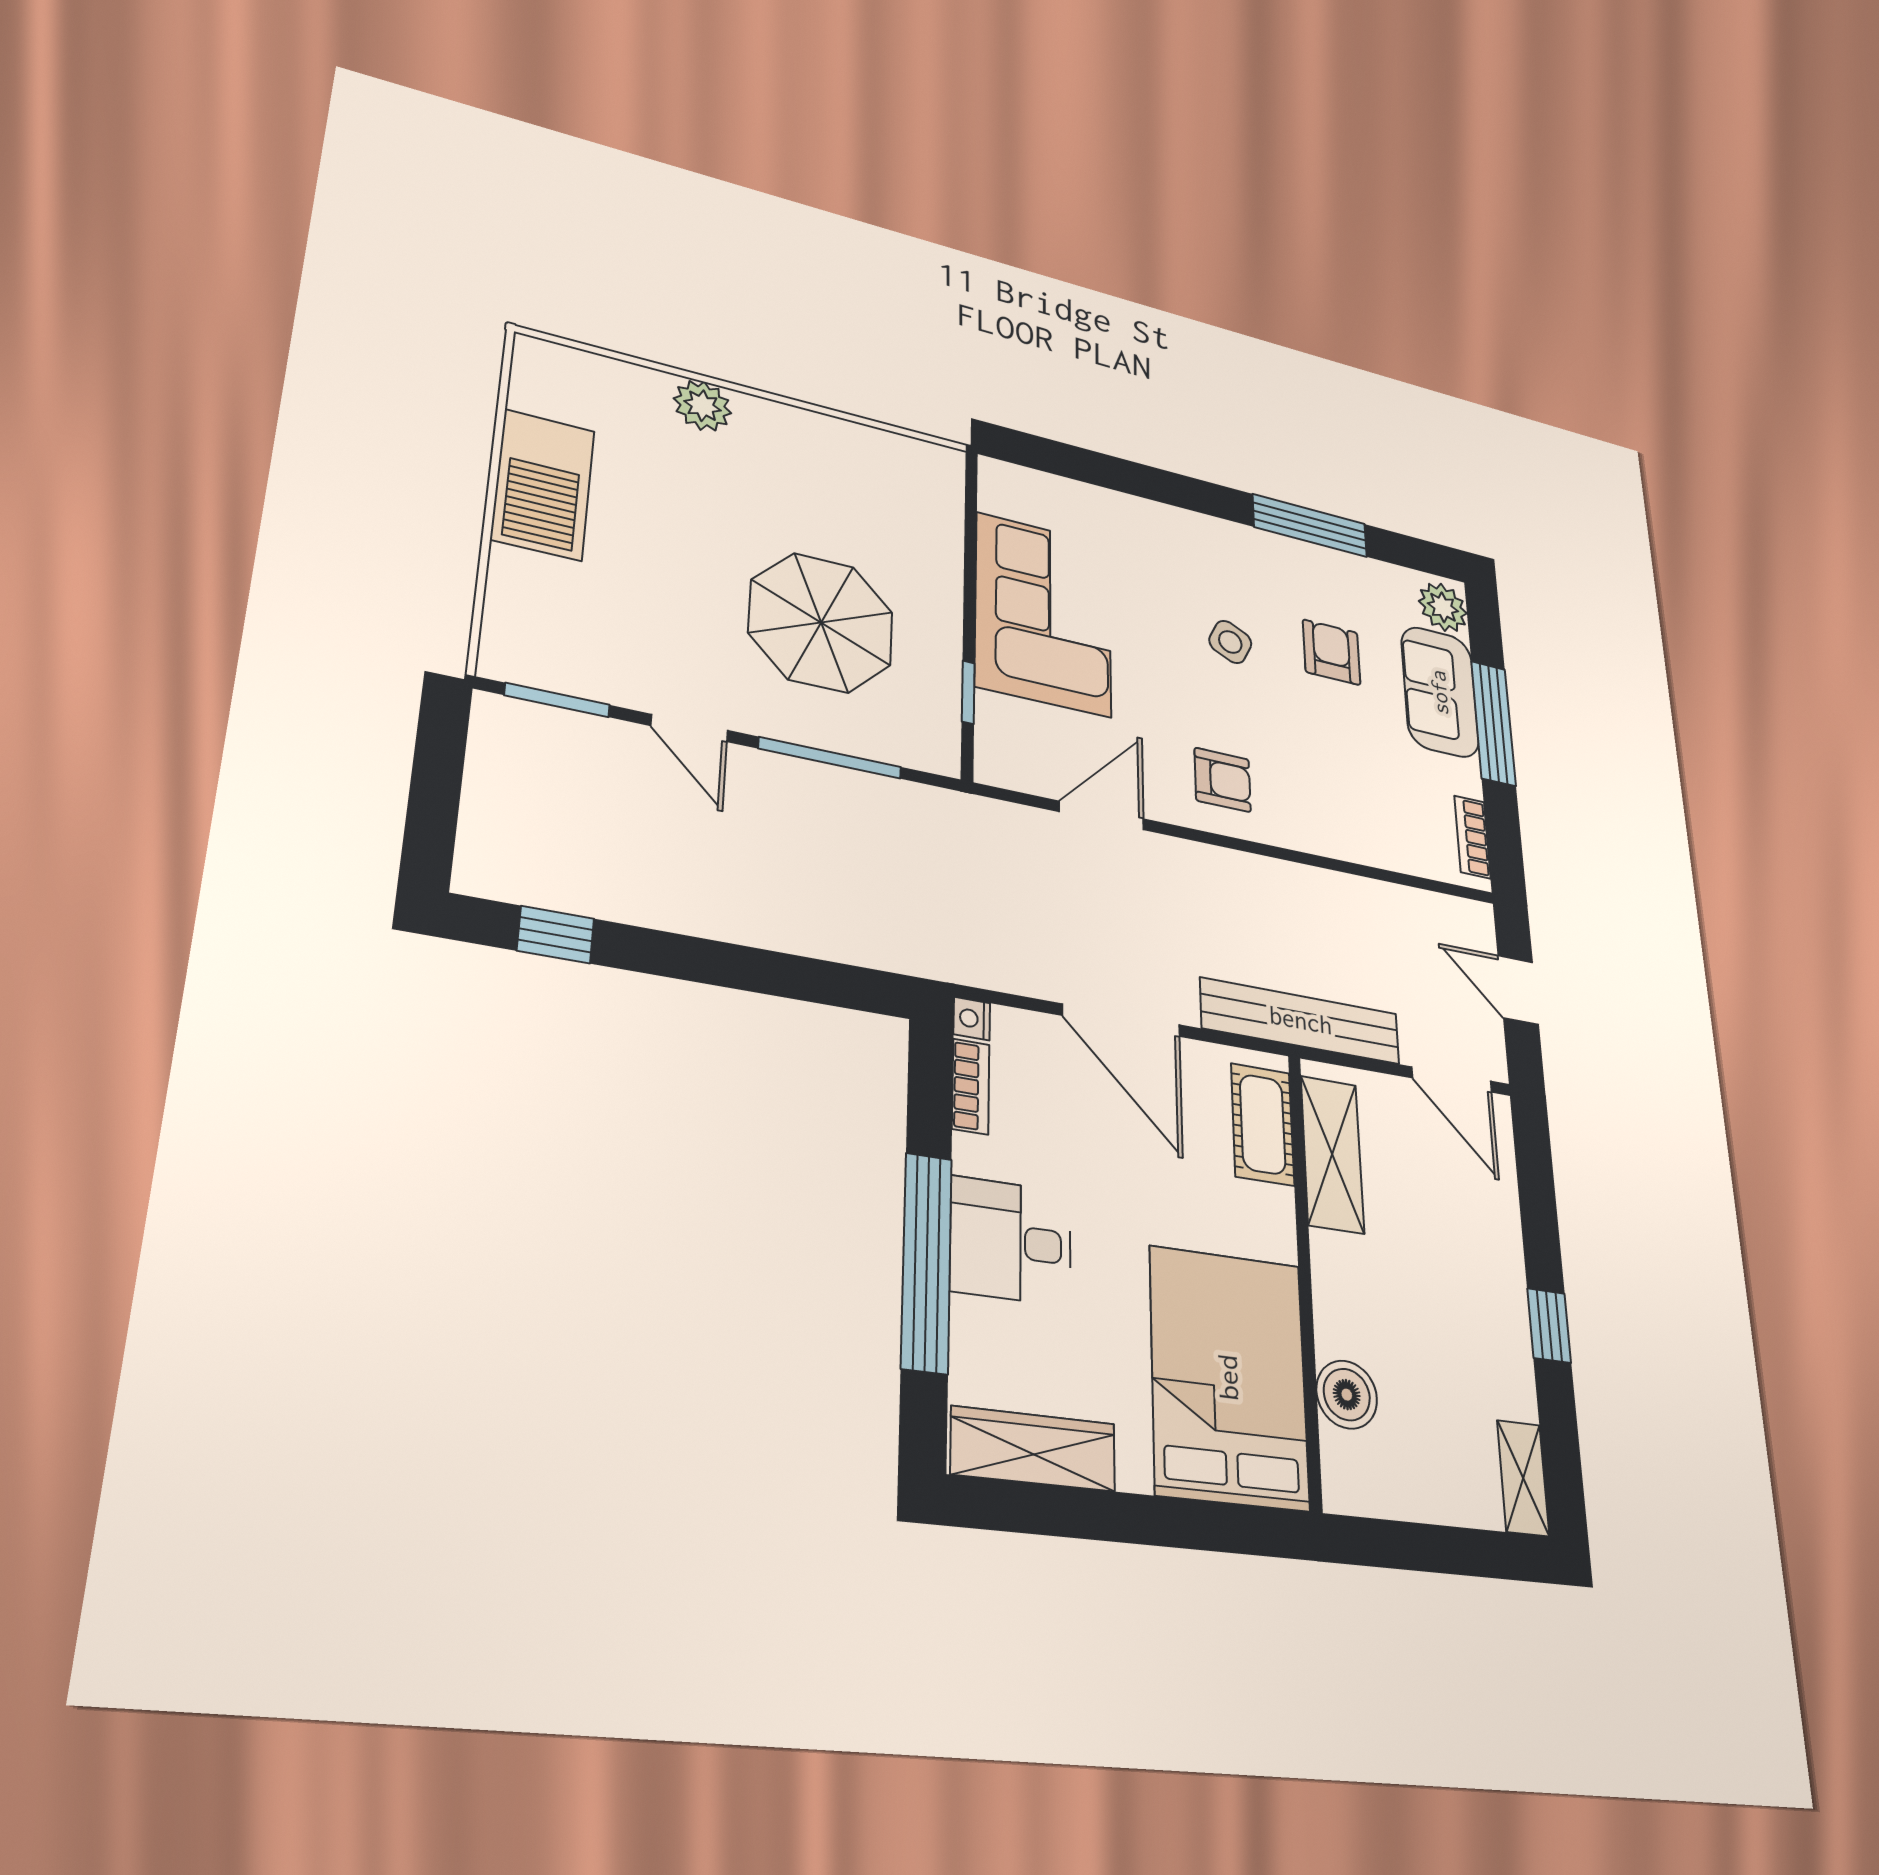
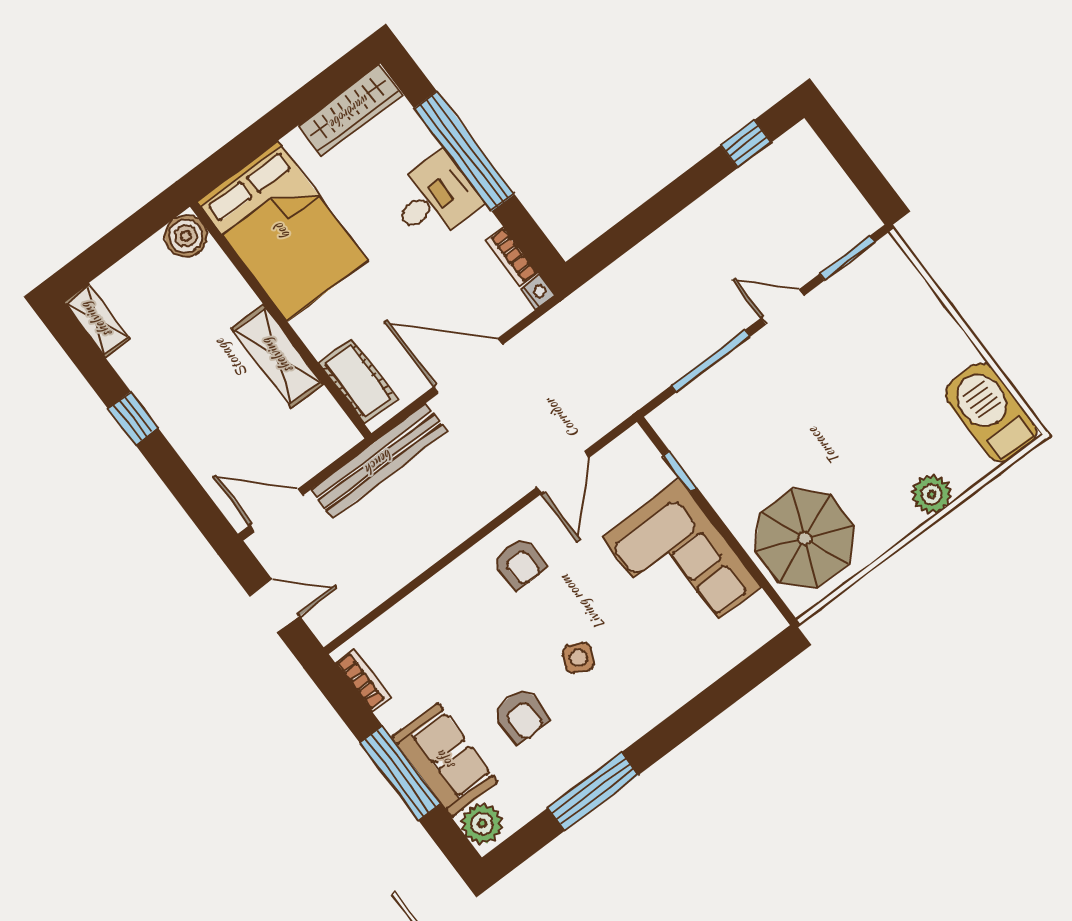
barbecue: (543, 485) -> (991, 413), moved
parasol: (821, 623) -> (804, 538), moved
armchair: (1223, 780) -> (519, 563), turned -92
shelving: (1332, 1154) -> (277, 356), moved
boiler: (1347, 1395) -> (186, 236), moved

